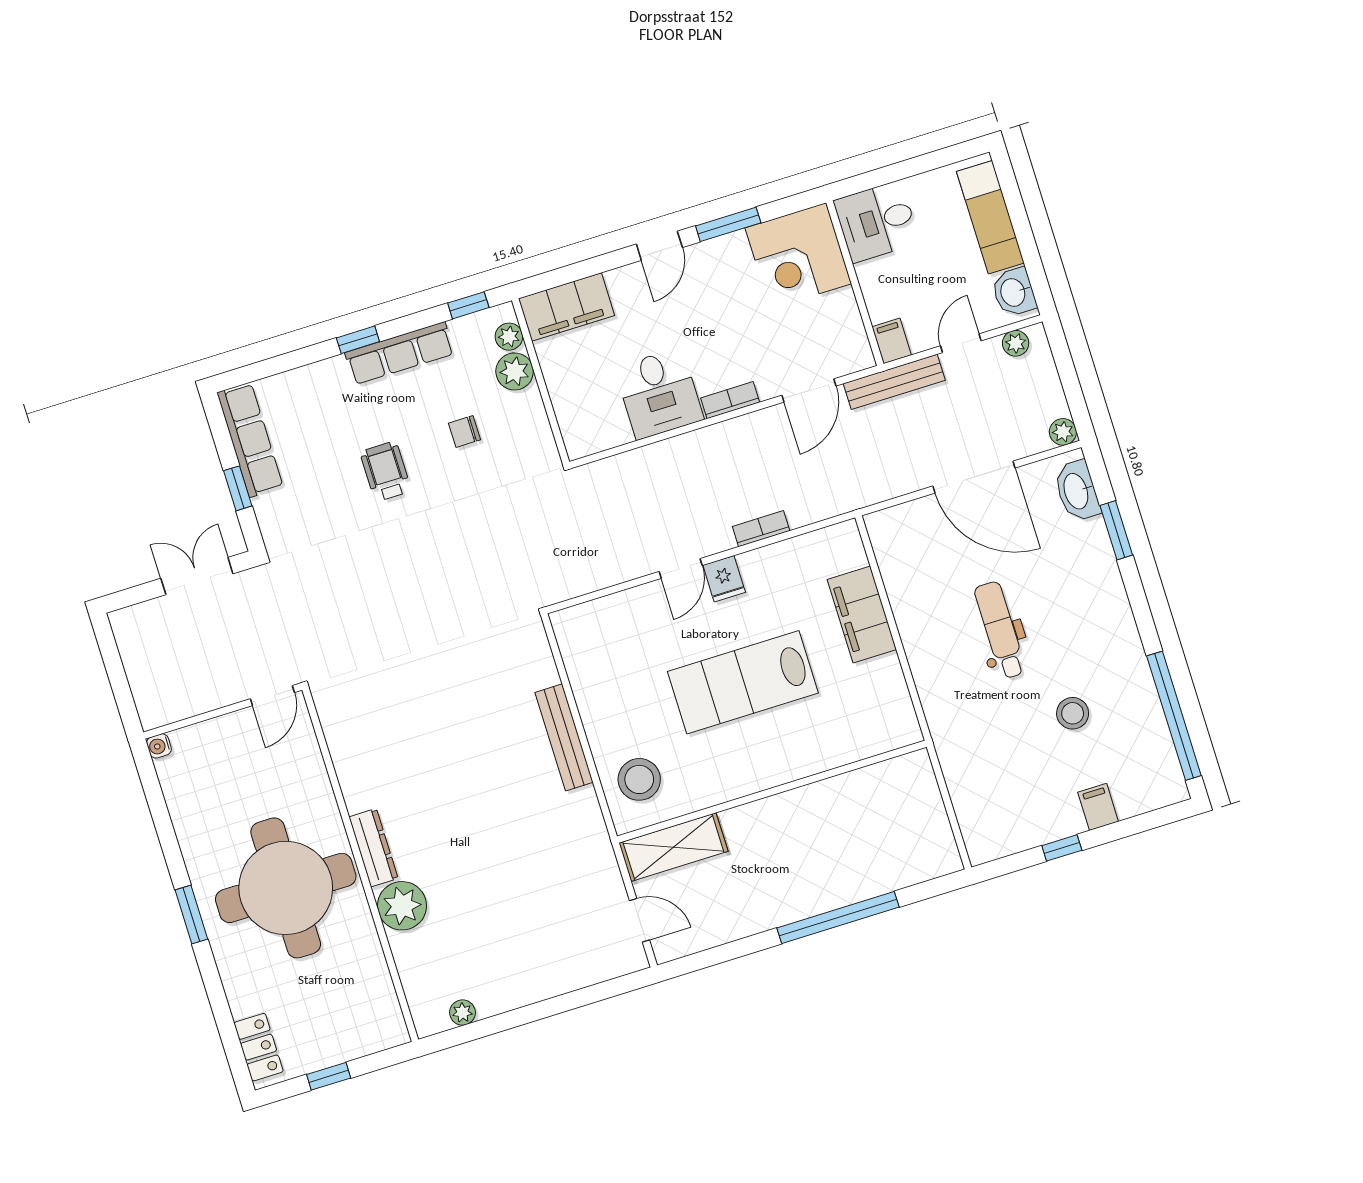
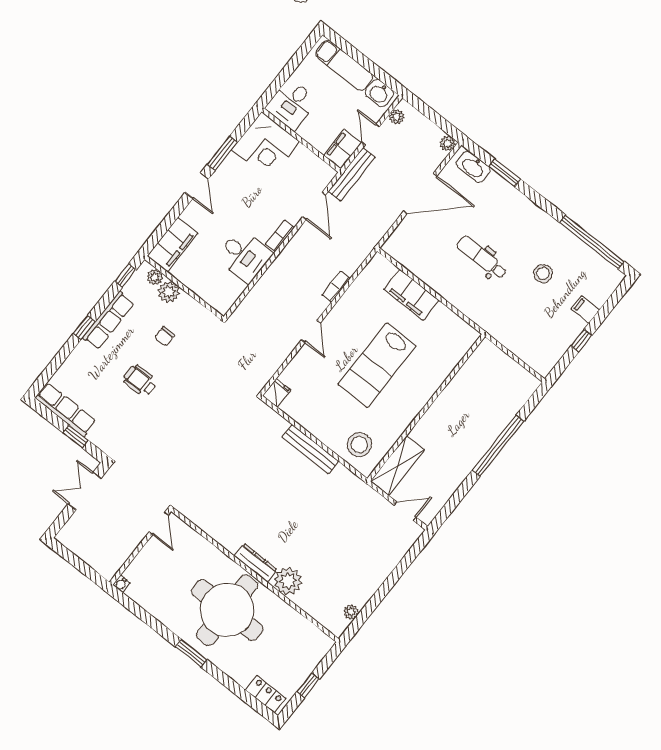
filing cabinet: (892, 341) -> (342, 149), width x2.00
fridge: (724, 579) -> (277, 393), moved, turned -90

